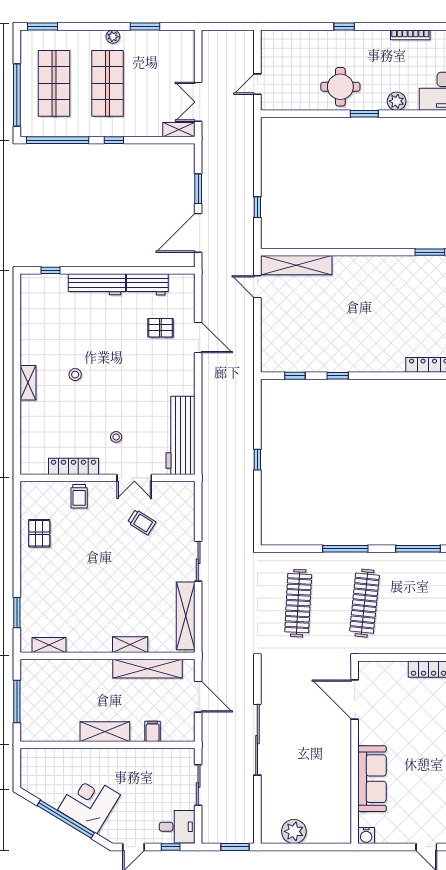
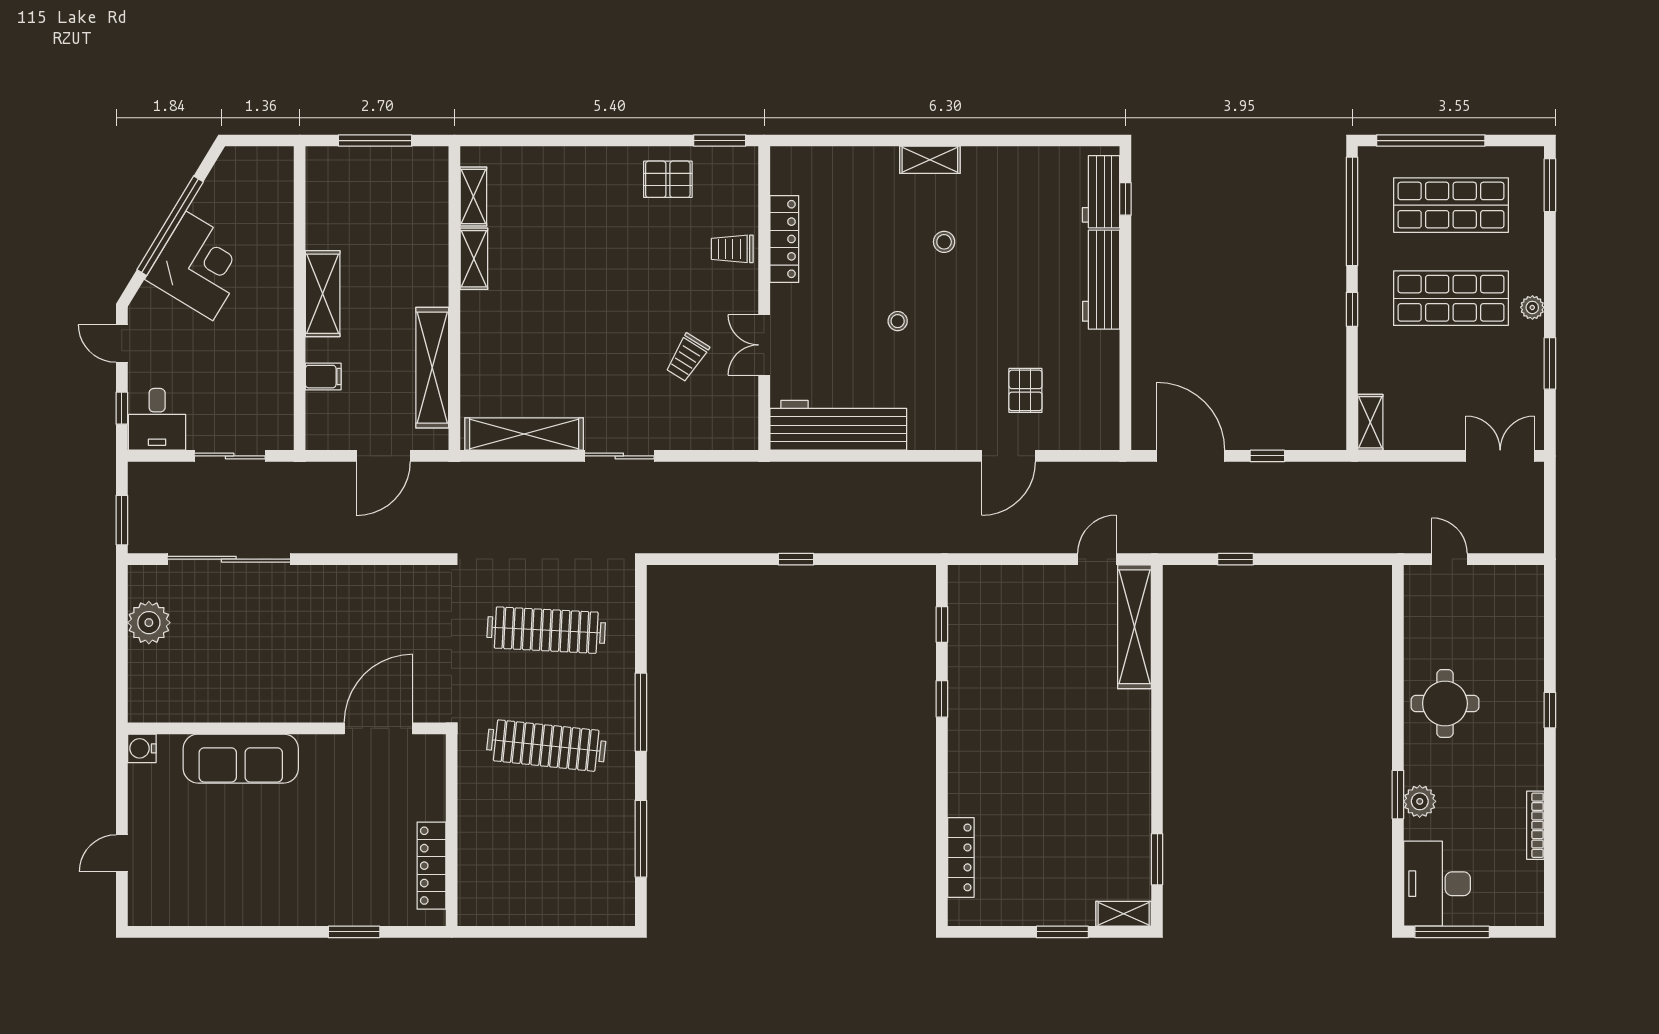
double door: (198, 102) -> (1500, 456), moved
window: (364, 114) -> (1398, 795), moved
window: (198, 189) -> (1267, 456), width x0.67
workbench: (147, 284) -> (1101, 192), moved
stool: (116, 437) -> (898, 321), moved
window: (17, 613) -> (720, 141), moved
shelving: (130, 645) -> (474, 259), moved
sliding door: (257, 740) -> (229, 559), moved

